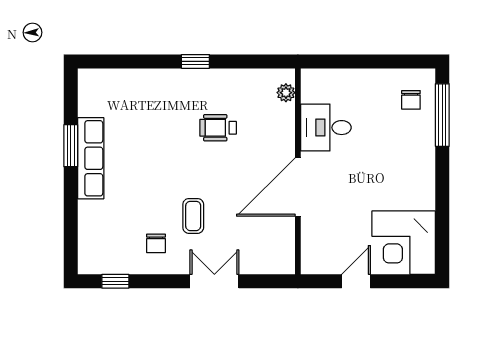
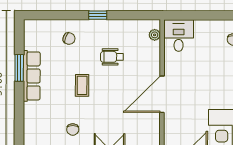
chair: (150, 99) -> (69, 39), added
desk: (326, 128) -> (179, 36), moved, turned 90
coffee table: (193, 216) -> (82, 85), moved

